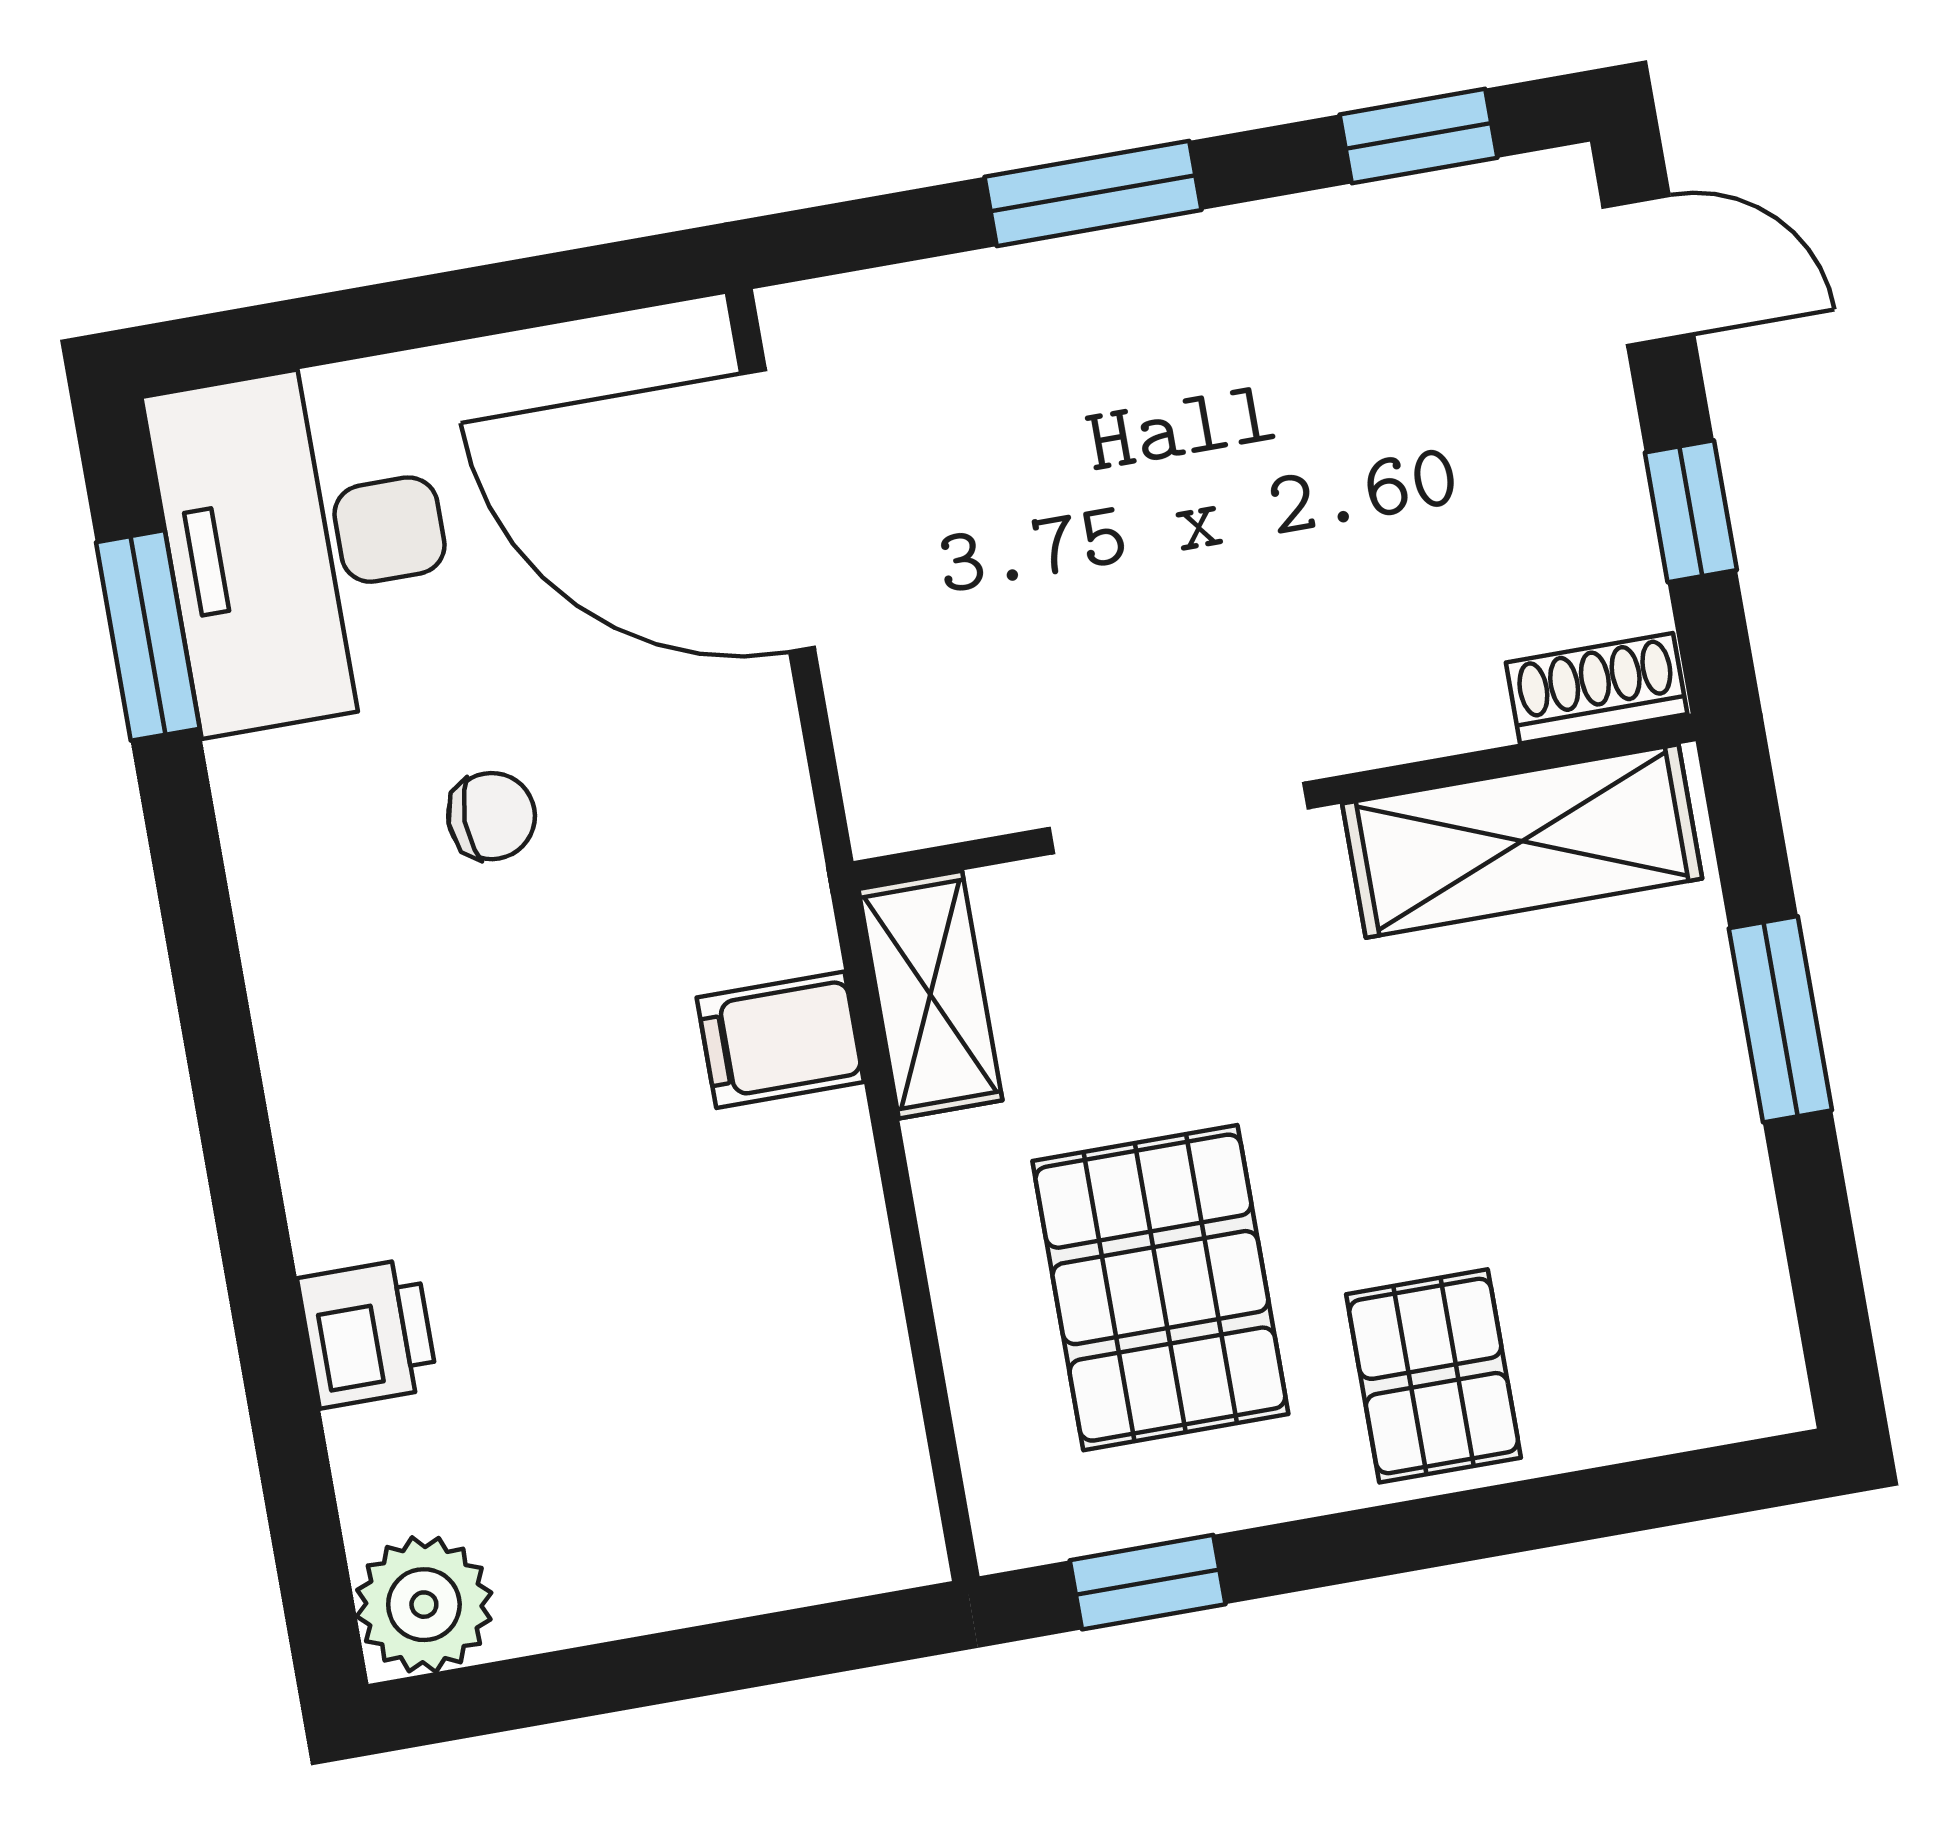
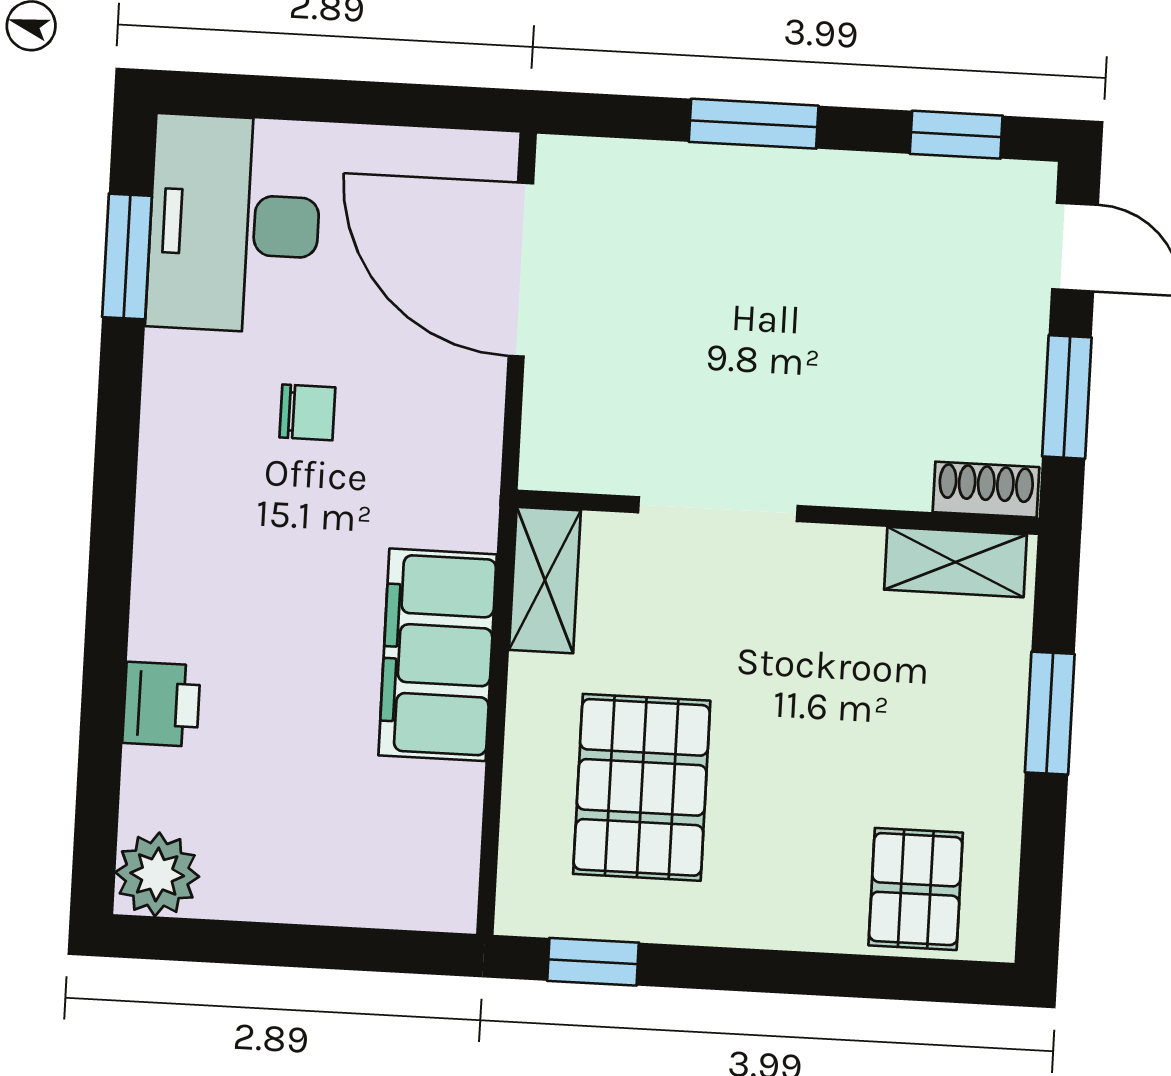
window: (1691, 511) -> (1067, 397), width x1.50
shelving: (1522, 841) -> (956, 562), width x0.67, depth x0.75
filing cabinet: (780, 1040) -> (438, 655), width x3.00, depth x1.17
pallet: (1434, 1376) -> (916, 889), moved

